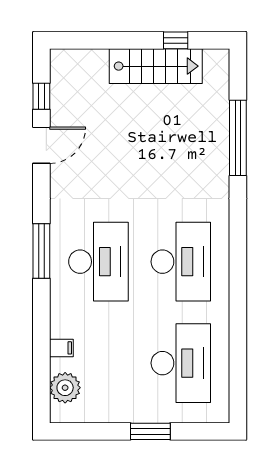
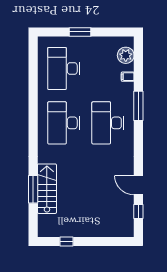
stairs: (156, 66) -> (47, 189), moved, turned 90
window: (238, 138) -> (33, 189), width x0.68
door: (41, 145) -> (138, 185), hinge flipped
window: (41, 251) -> (138, 106), moved

